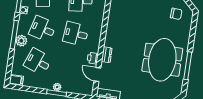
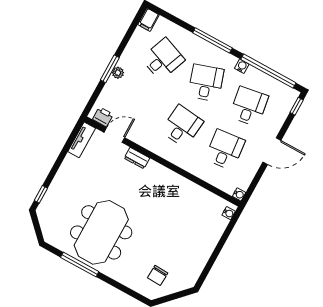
desk: (43, 29) -> (206, 83), turned -33
plant: (21, 41) -> (201, 47), removed
printer: (93, 58) -> (103, 117), moved
meeting table: (162, 60) -> (101, 232), turned 90

